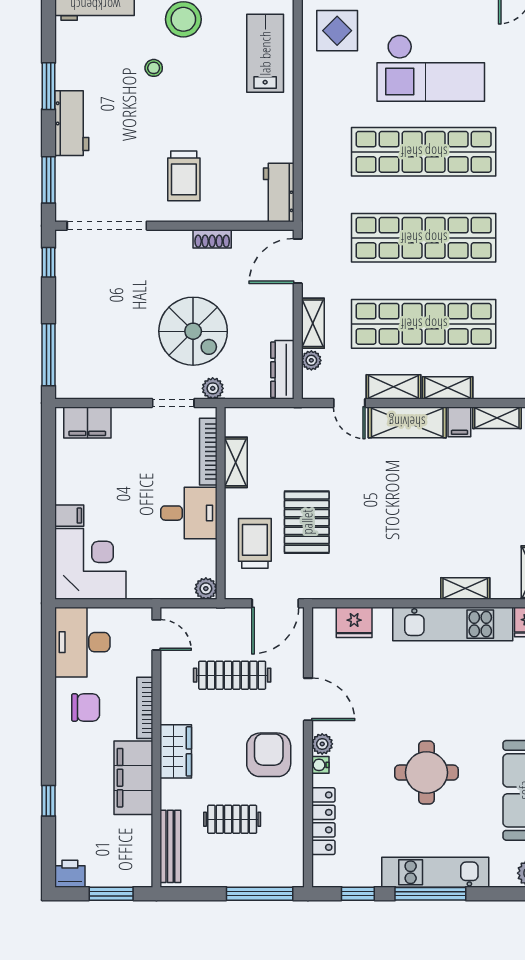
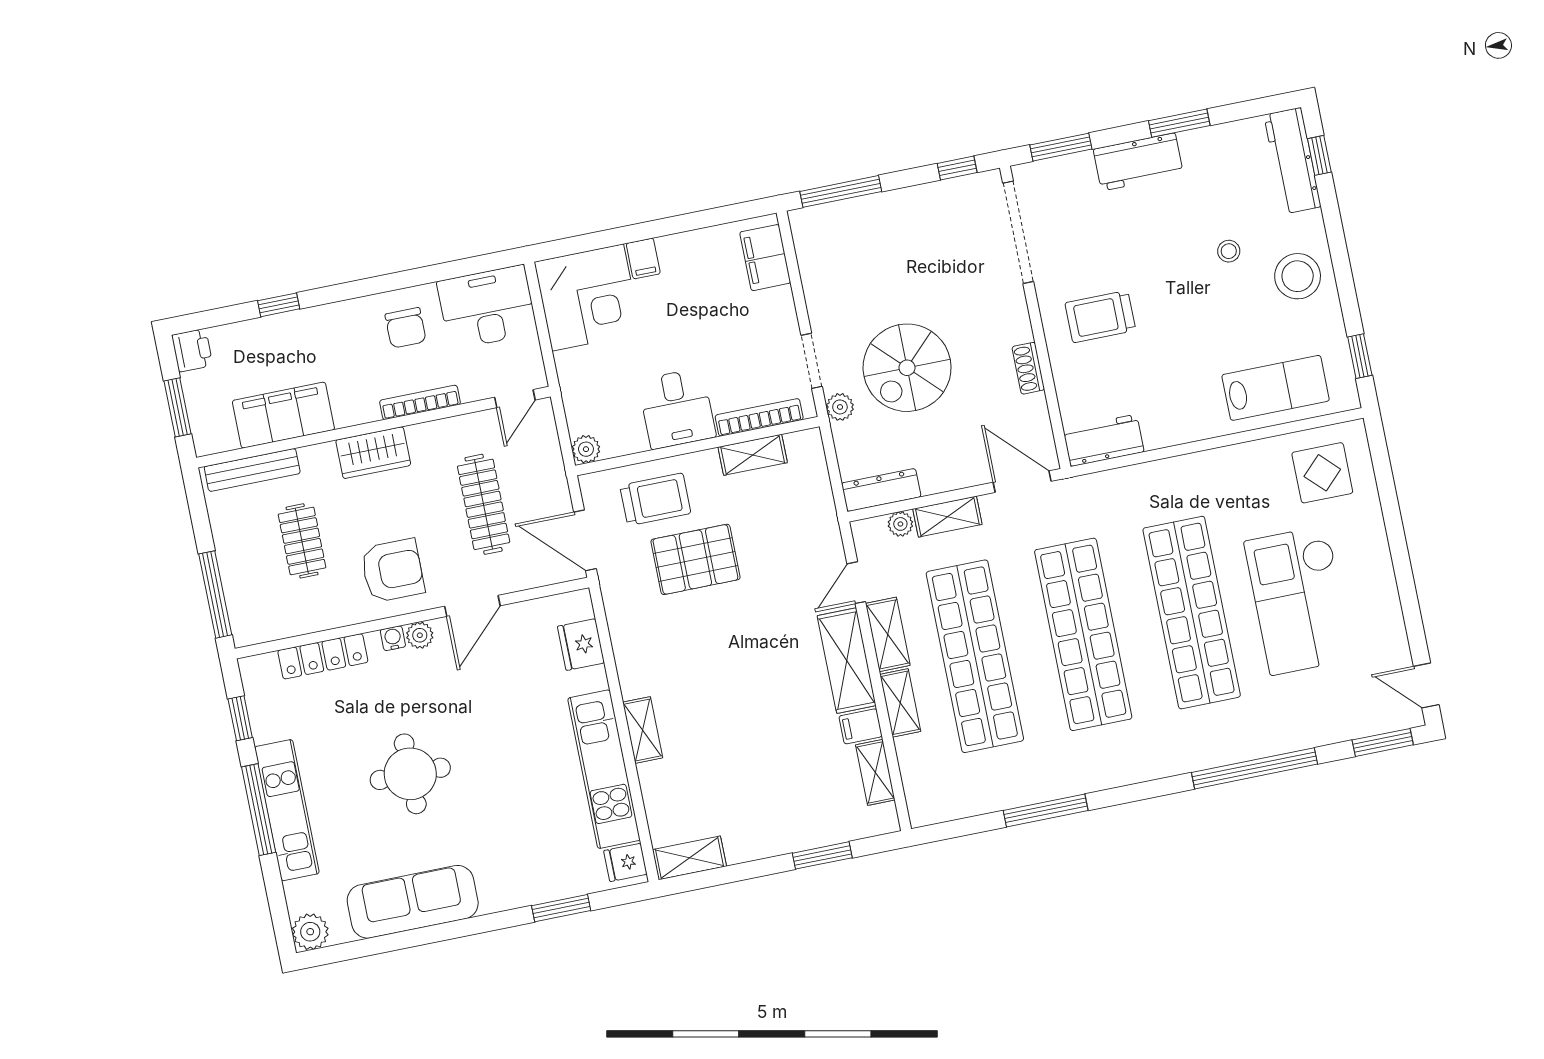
shelving: (465, 589) -> (643, 730), moved
filing cabinet: (133, 778) -> (283, 415), moved

